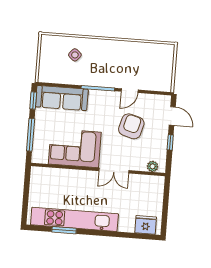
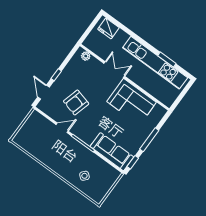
corner sofa: (75, 148) -> (131, 102), moved
plant: (153, 166) -> (86, 56), moved
wall: (98, 169) -> (125, 77), moved
double door: (114, 171) -> (114, 70), moved

